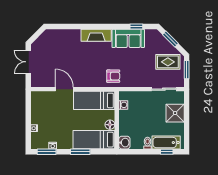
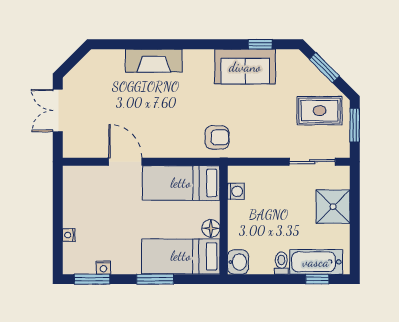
fireplace: (96, 35) -> (154, 61), moved

